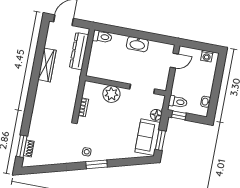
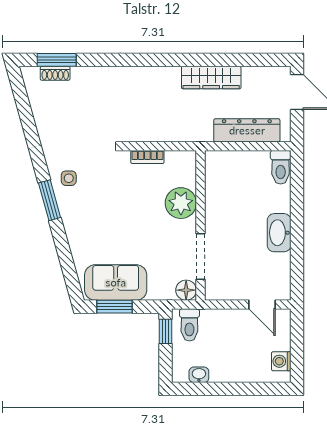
floor lamp: (156, 115) -> (186, 290), moved

